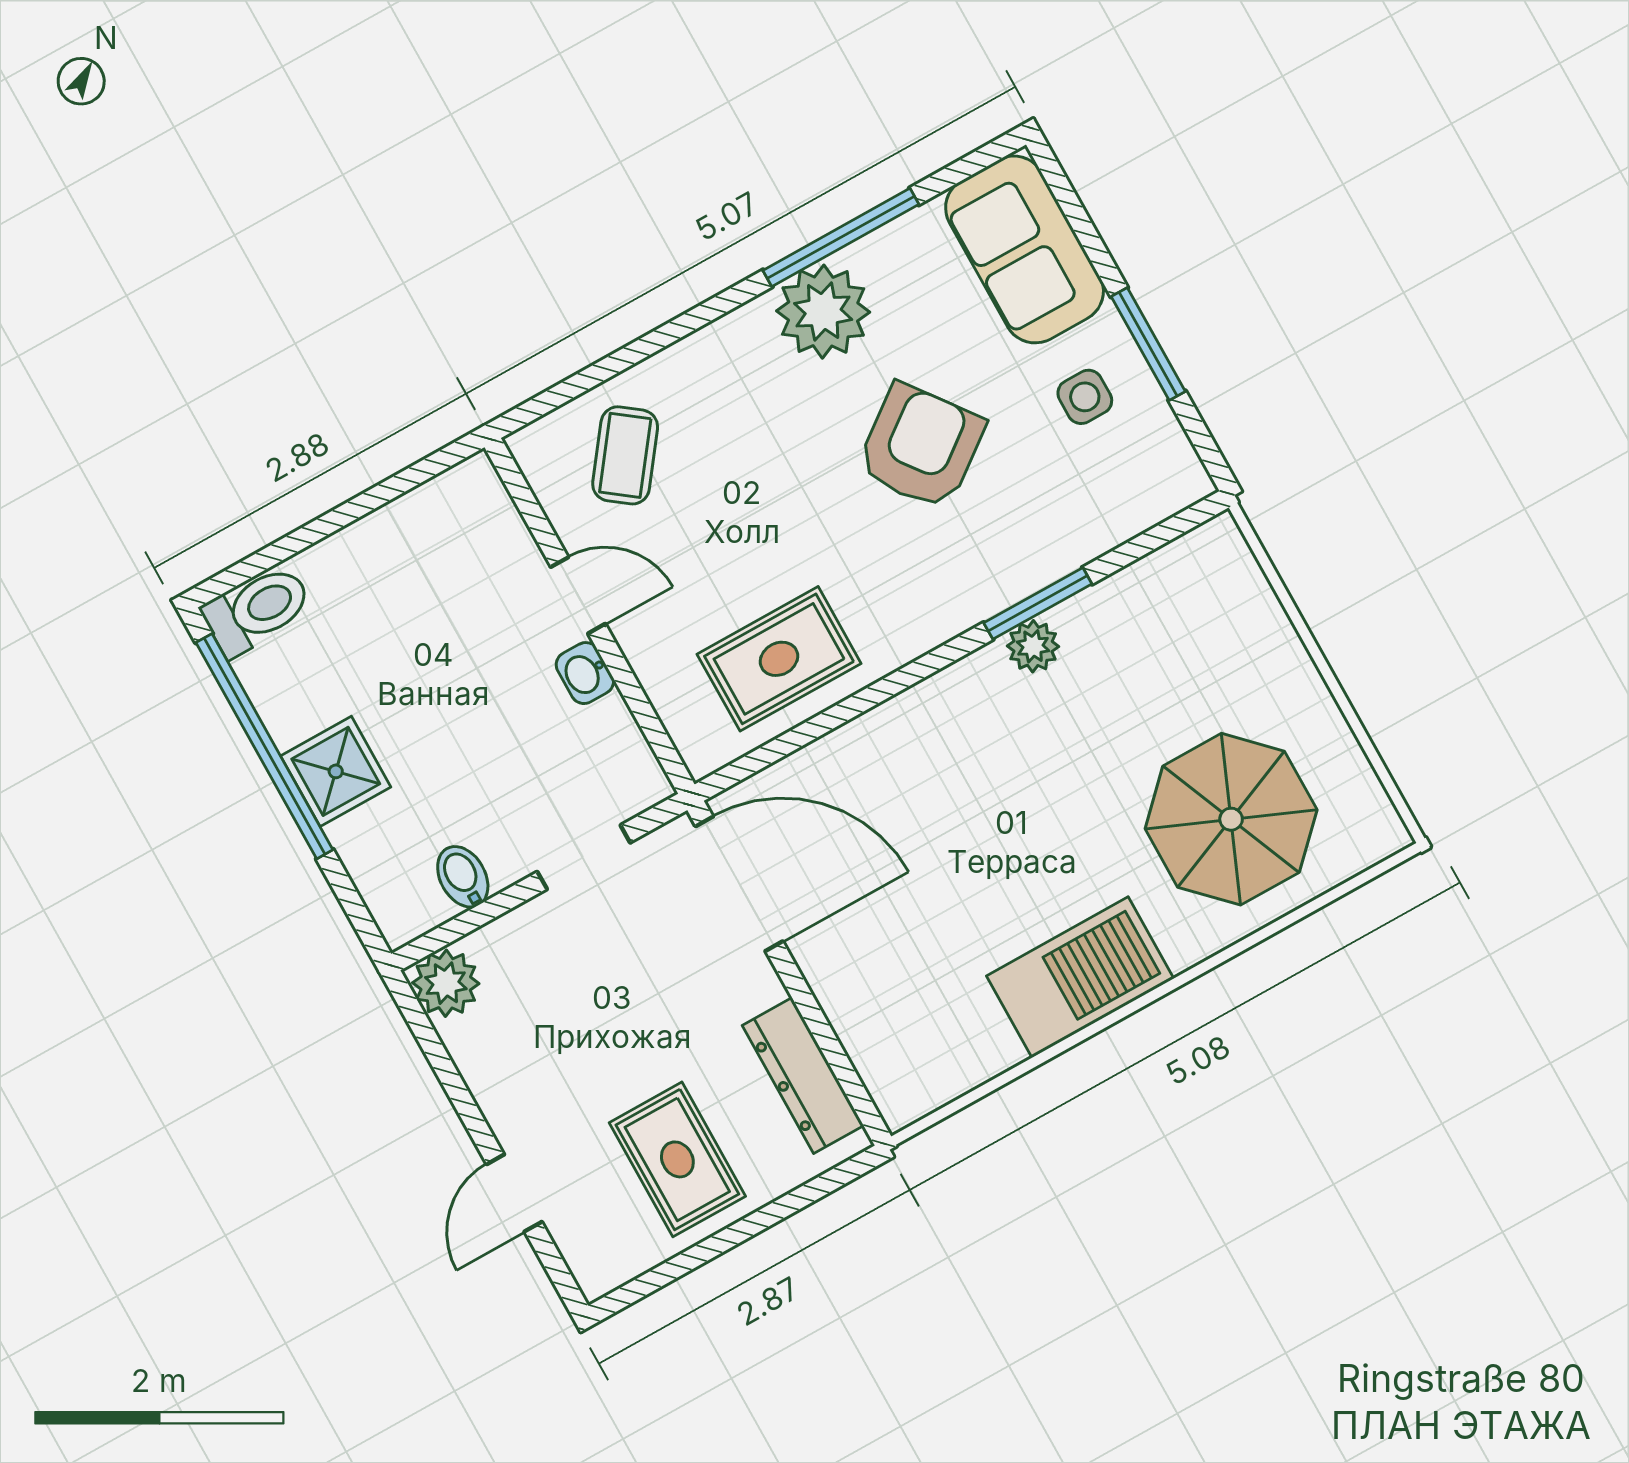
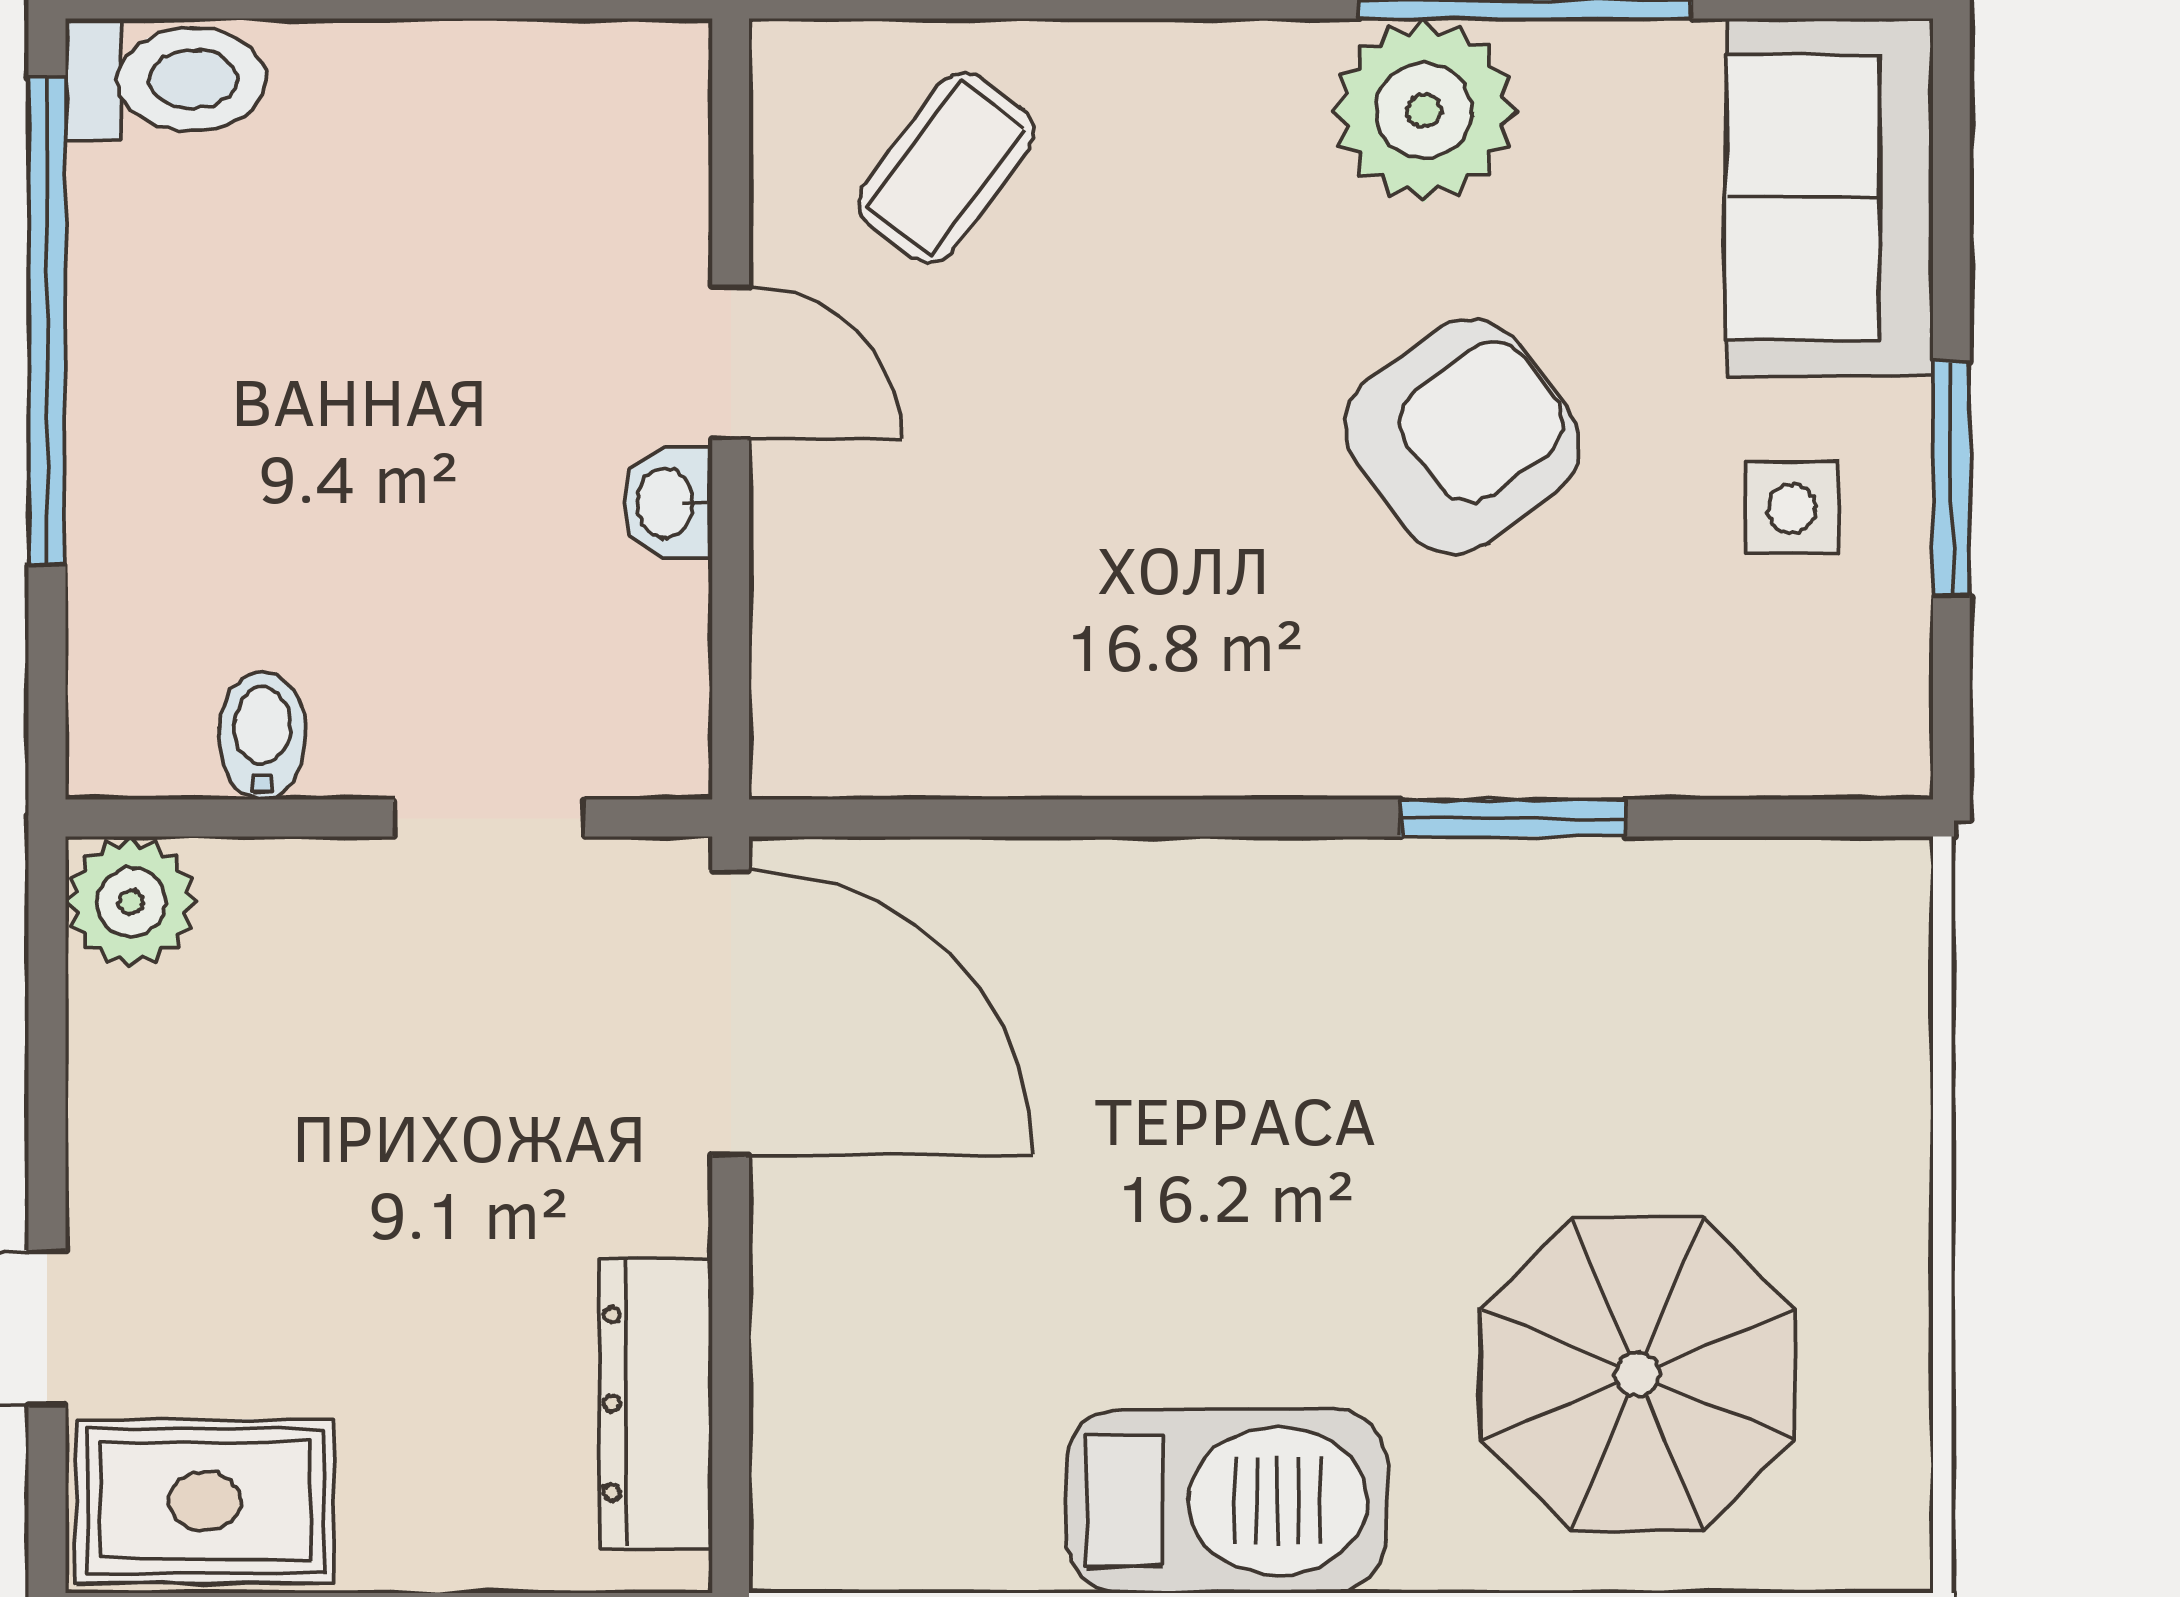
plant: (1033, 646) -> (1463, 887), removed
rug: (779, 659) -> (1015, 665), removed
shower: (336, 771) -> (145, 433), removed
rug: (677, 1159) -> (205, 1501), moved, turned 90

